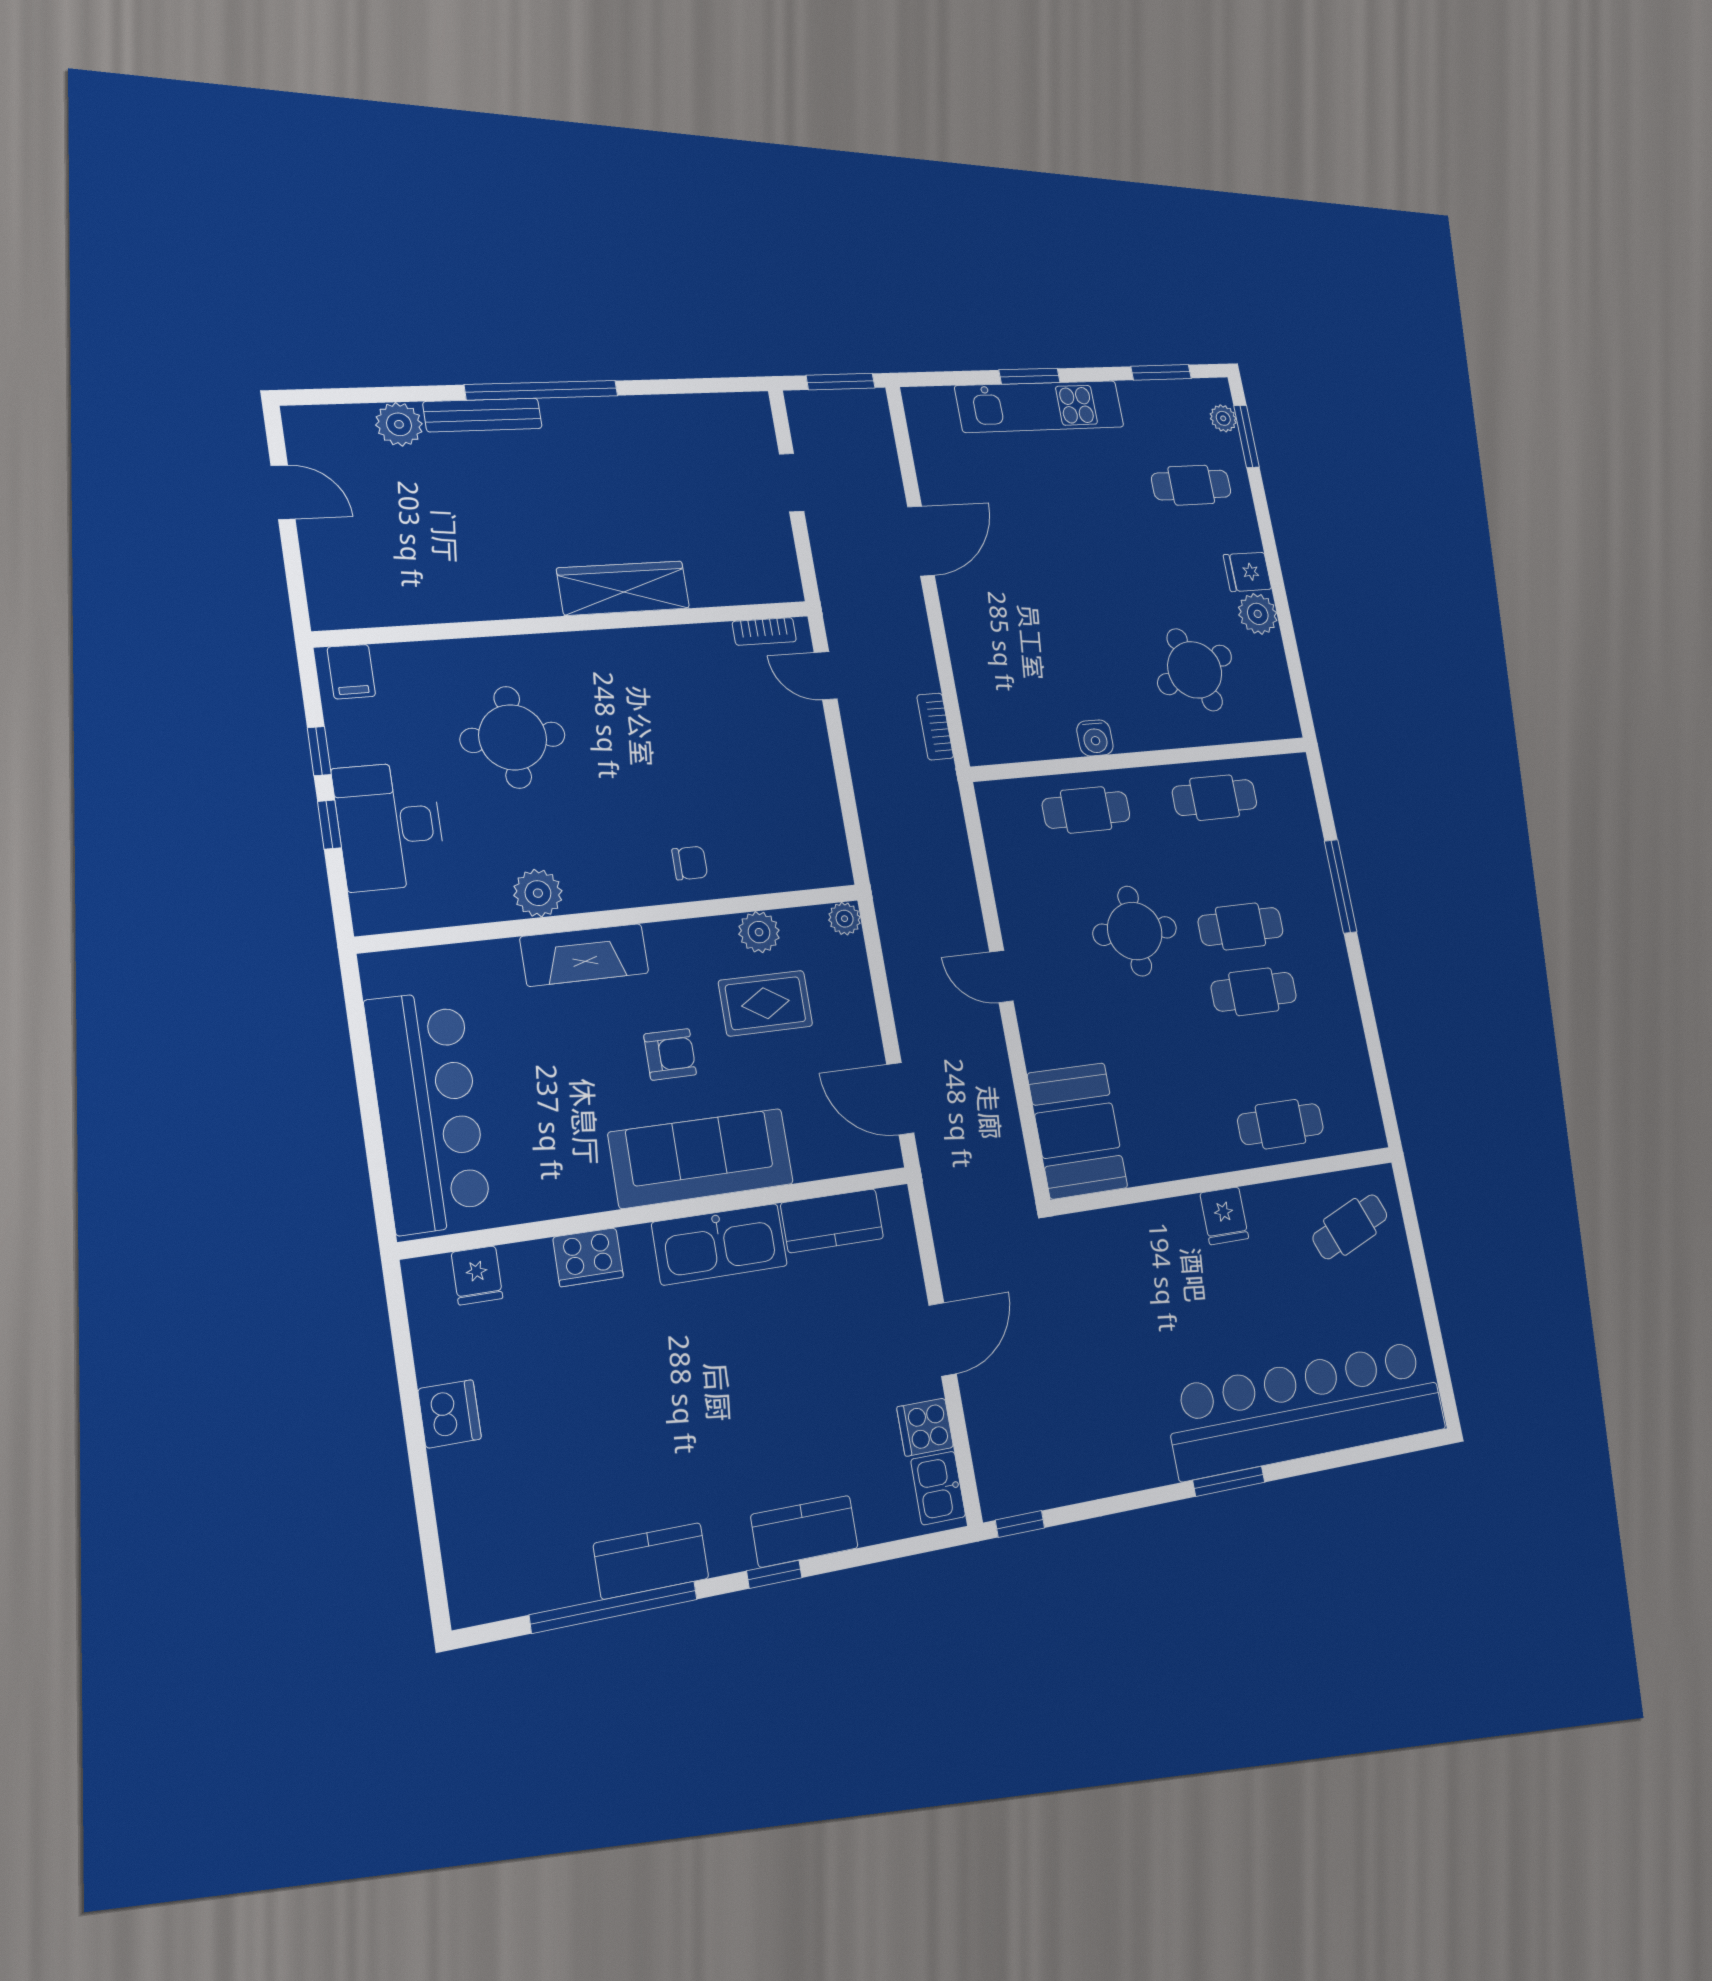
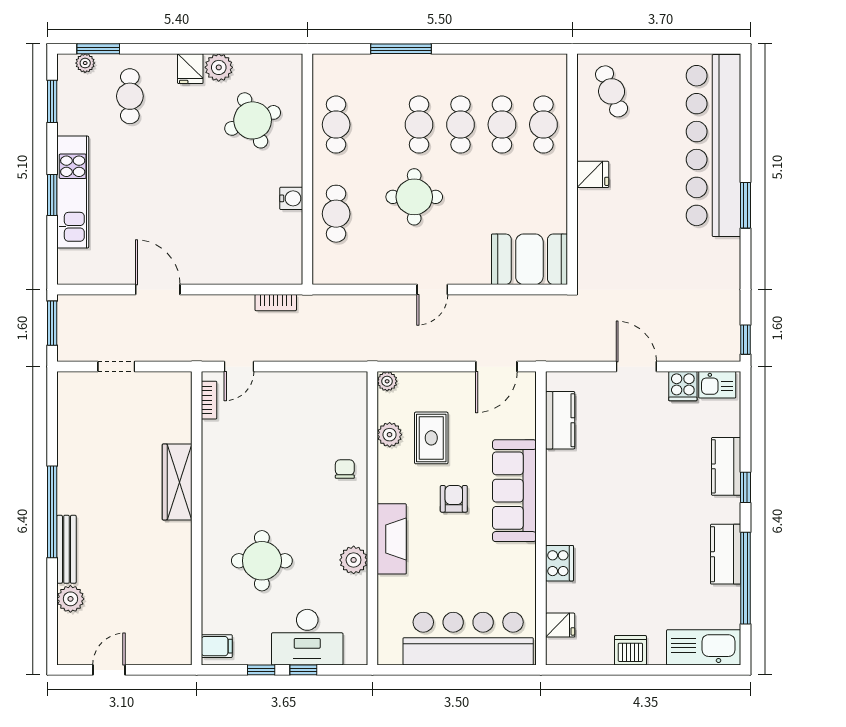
cafe table: (1267, 1058) -> (502, 125), added
kitchen sink: (720, 1244) -> (704, 647), moved, turned -90

